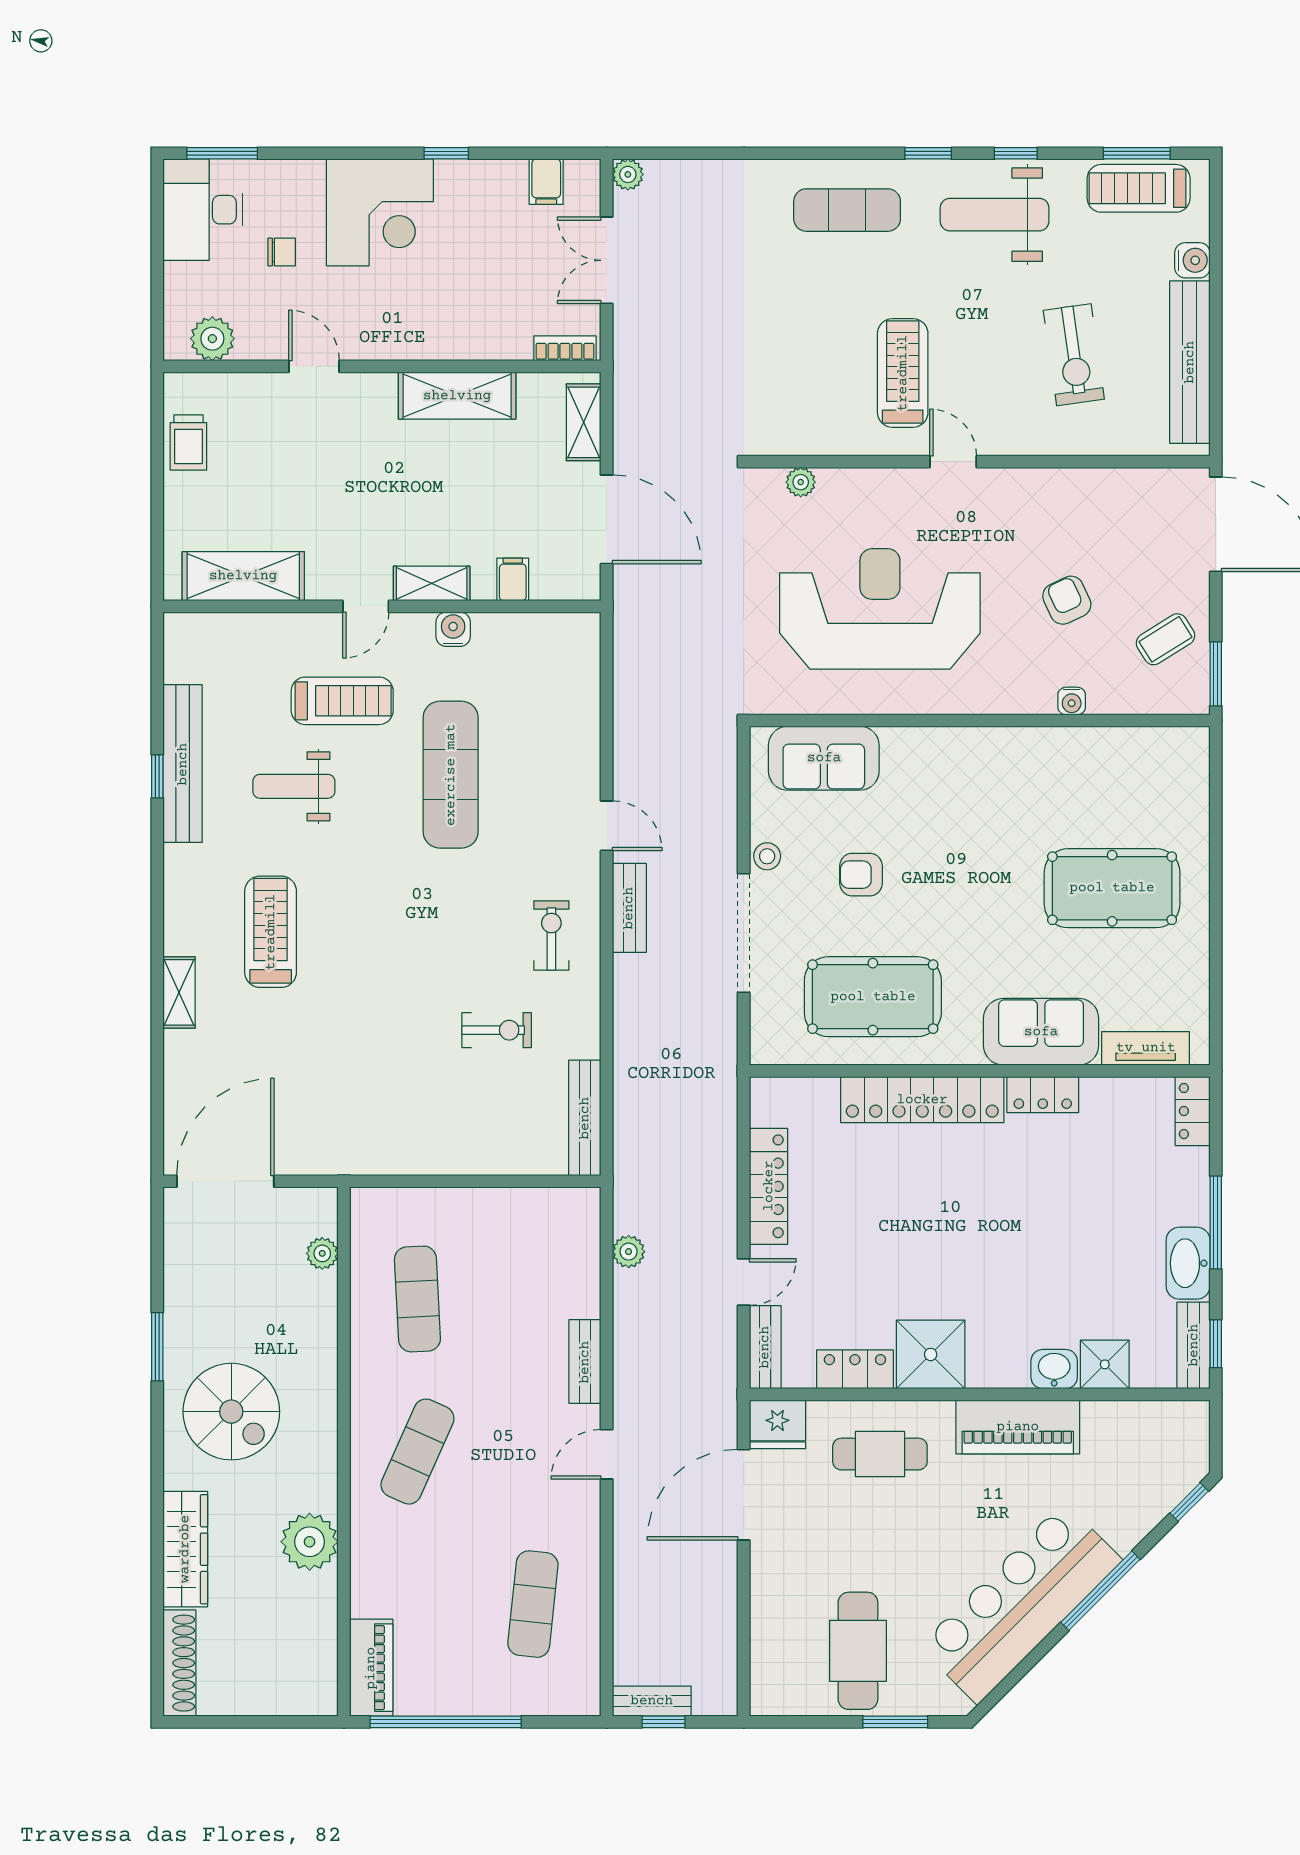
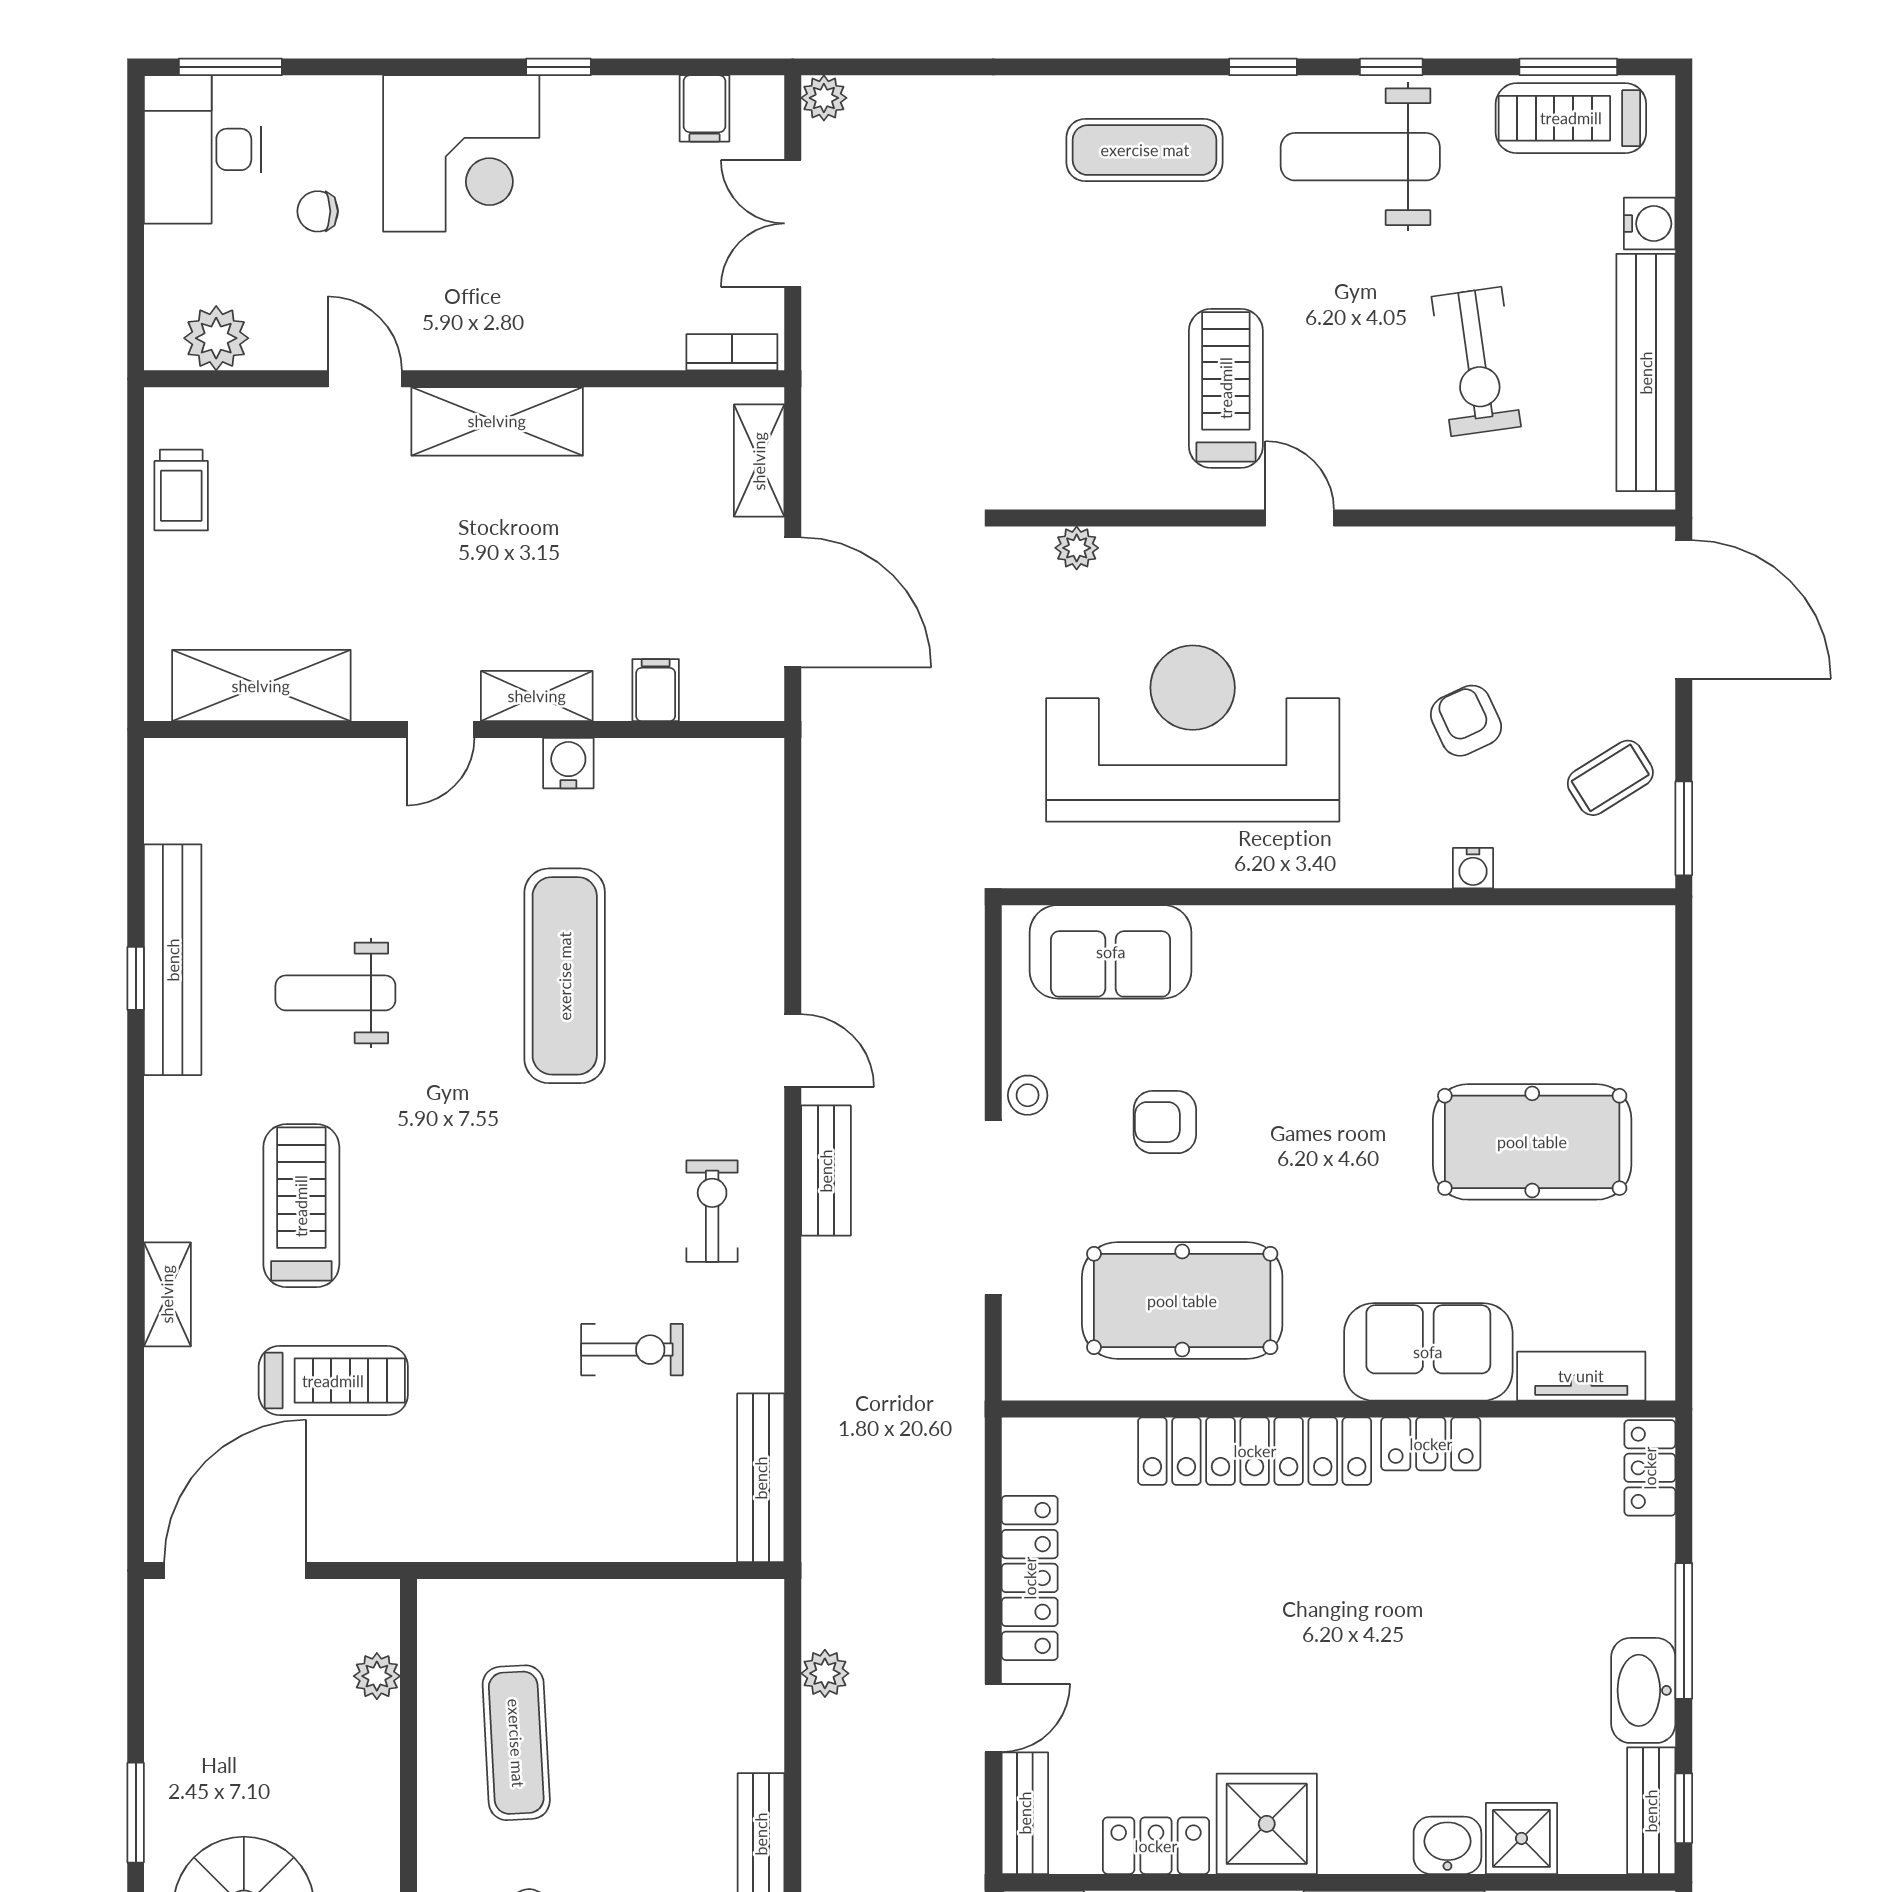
chair: (282, 252) -> (318, 211), turned 180
shelving: (457, 396) -> (497, 421), moved
treadmill: (342, 701) -> (333, 1381), moved

